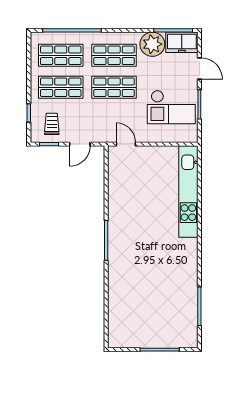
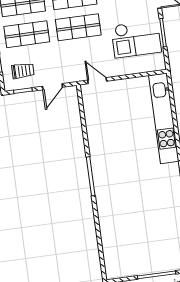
trolley: (52, 124) -> (23, 71), turned 90

